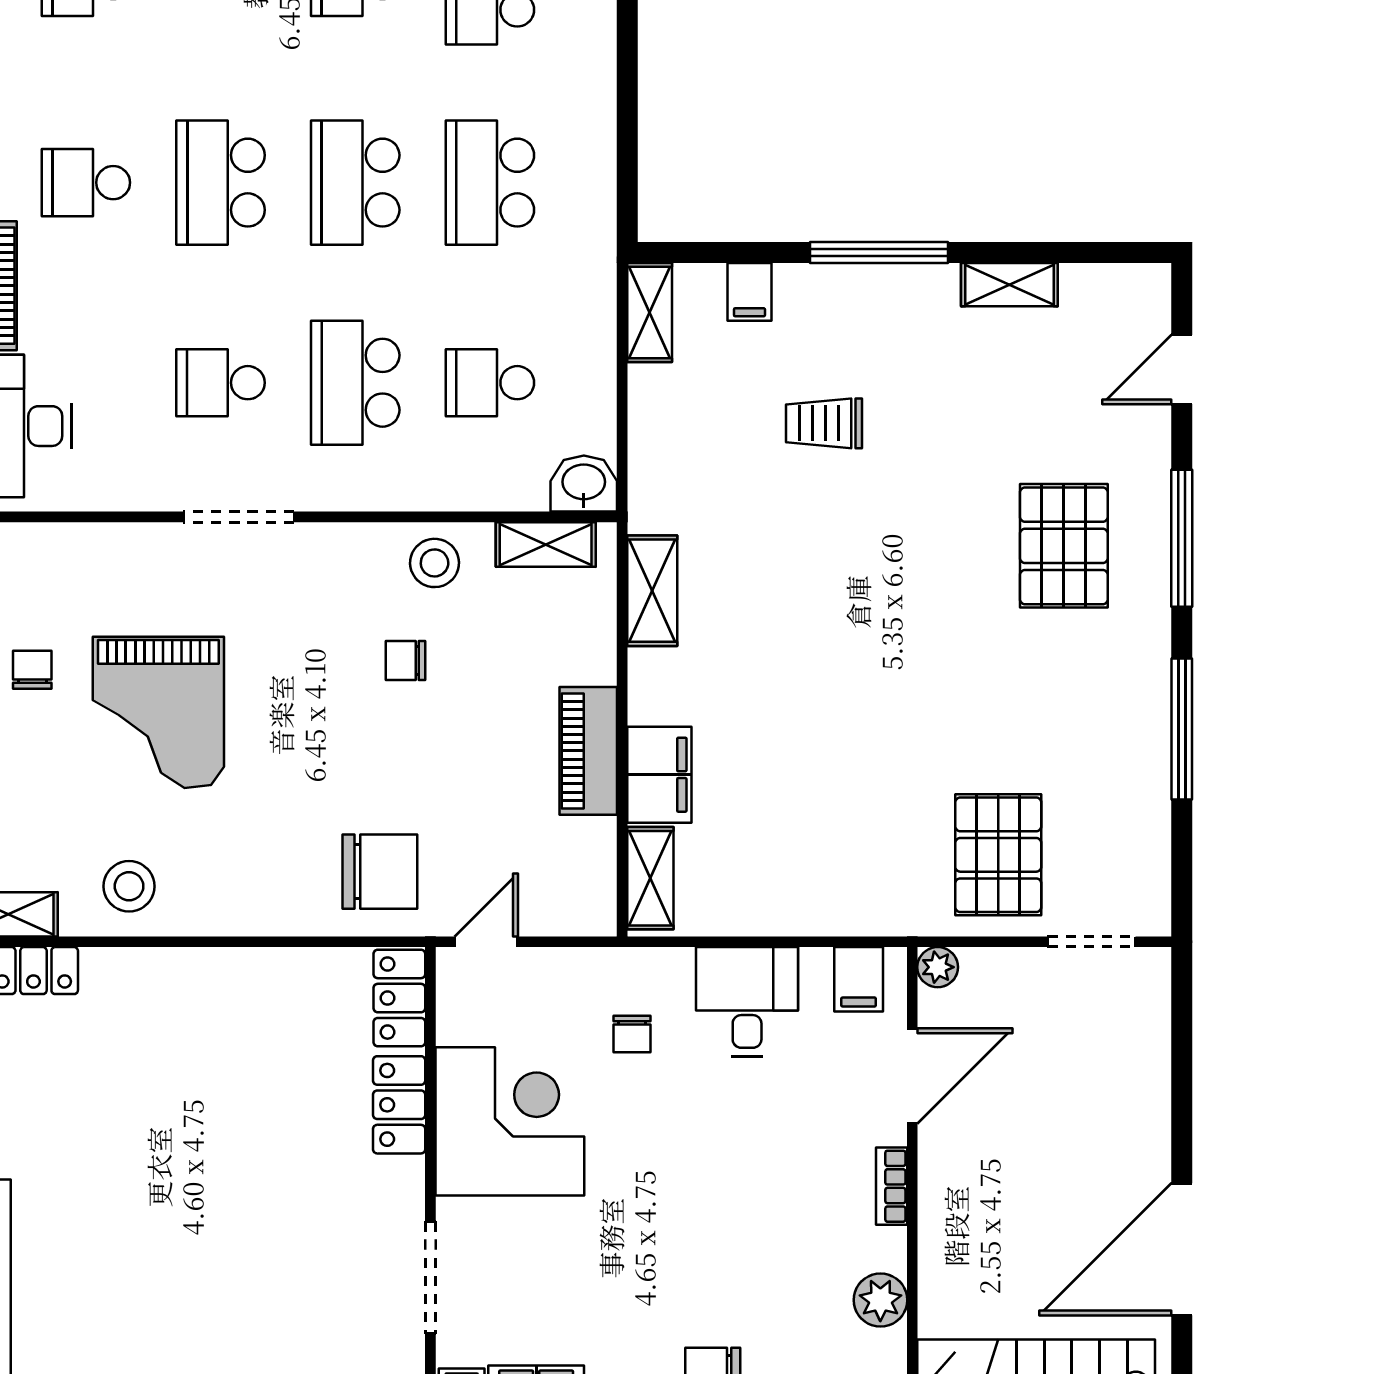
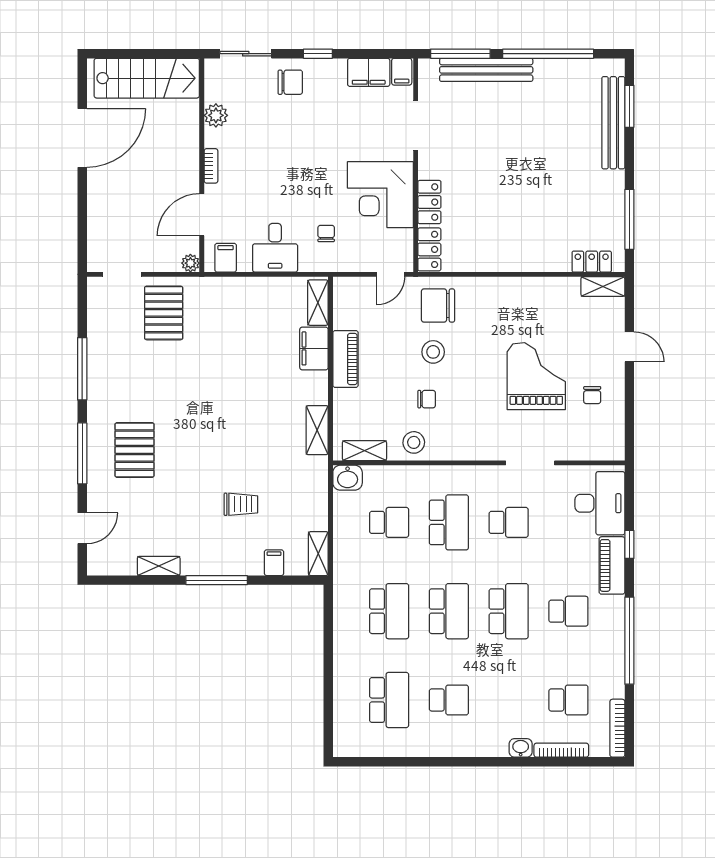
doorway: (239, 517) -> (530, 463), moved
stool: (129, 886) -> (433, 352), moved

